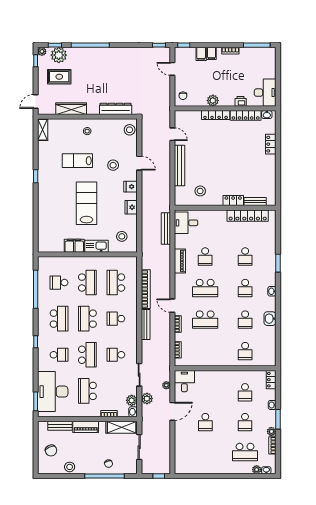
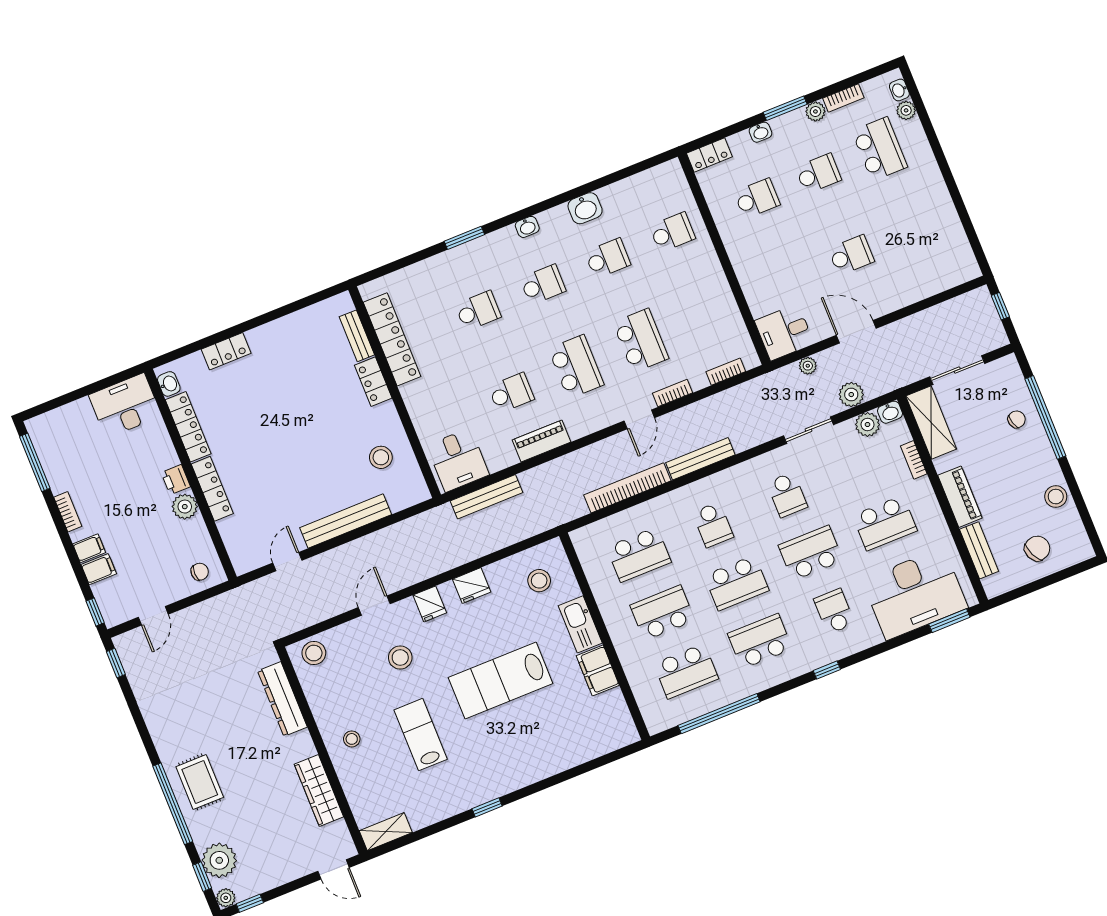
rug: (59, 77) -> (200, 782), moved
printer: (241, 101) -> (176, 480), moved
lab bench: (77, 161) -> (421, 735), turned 180
school desk: (59, 283) -> (686, 671), width x1.85

